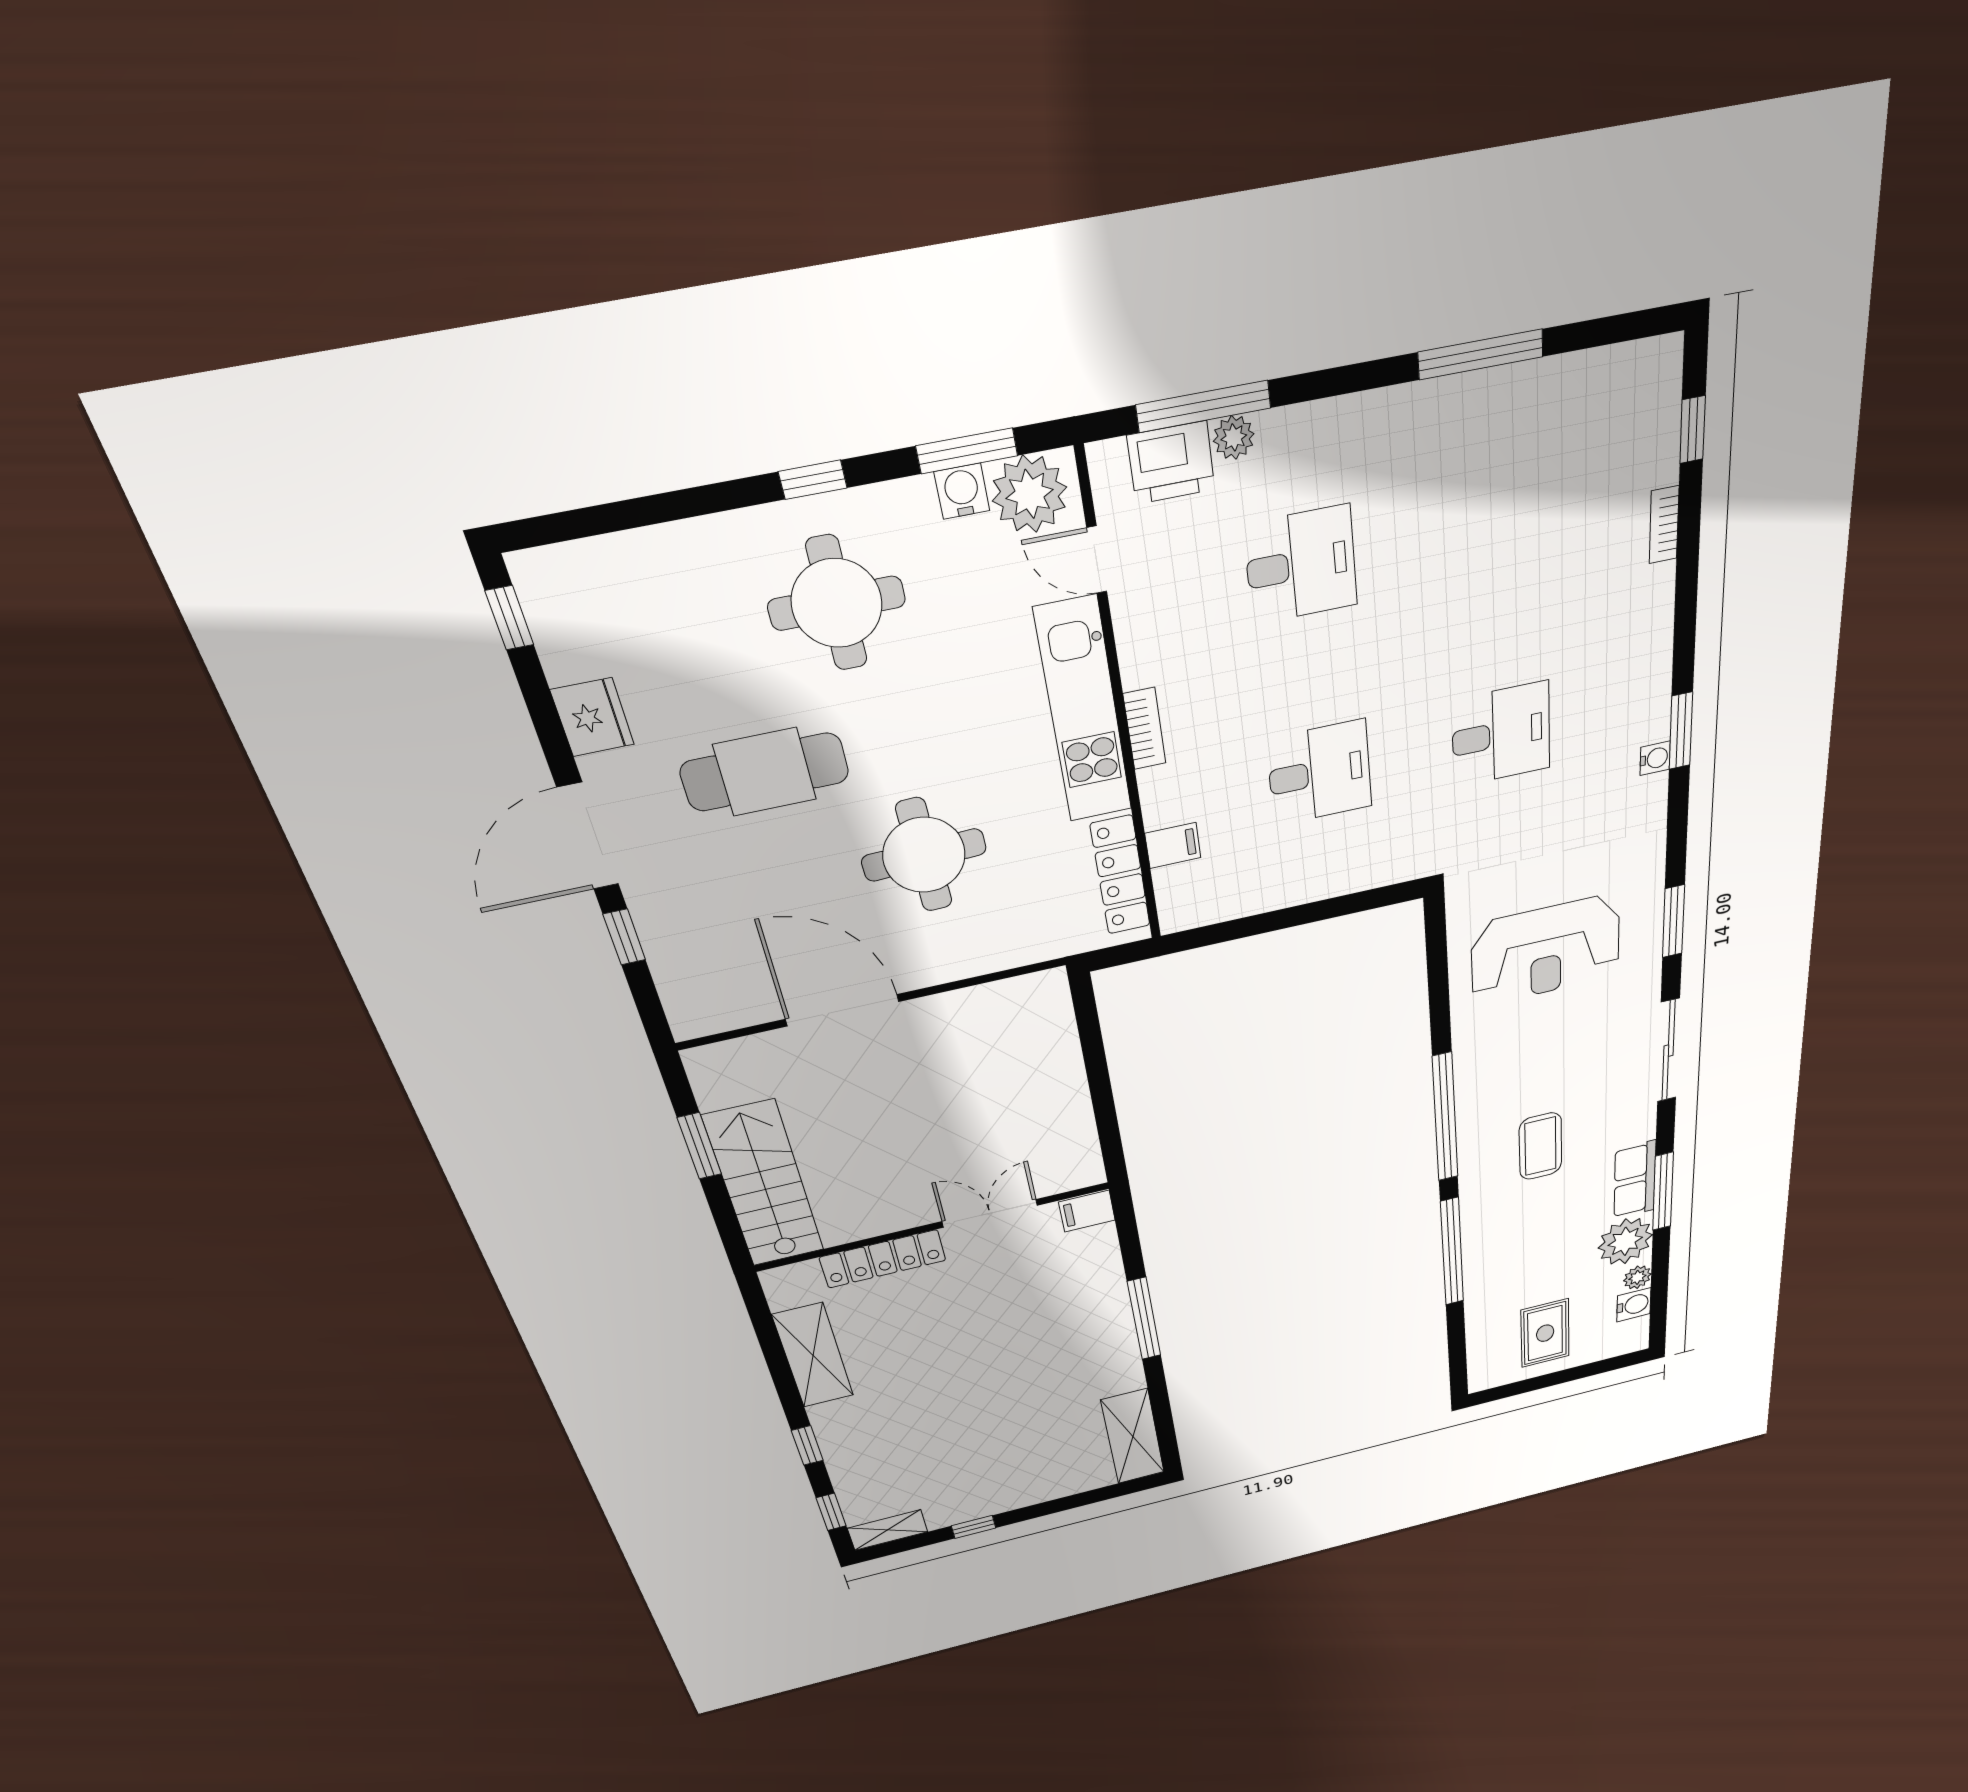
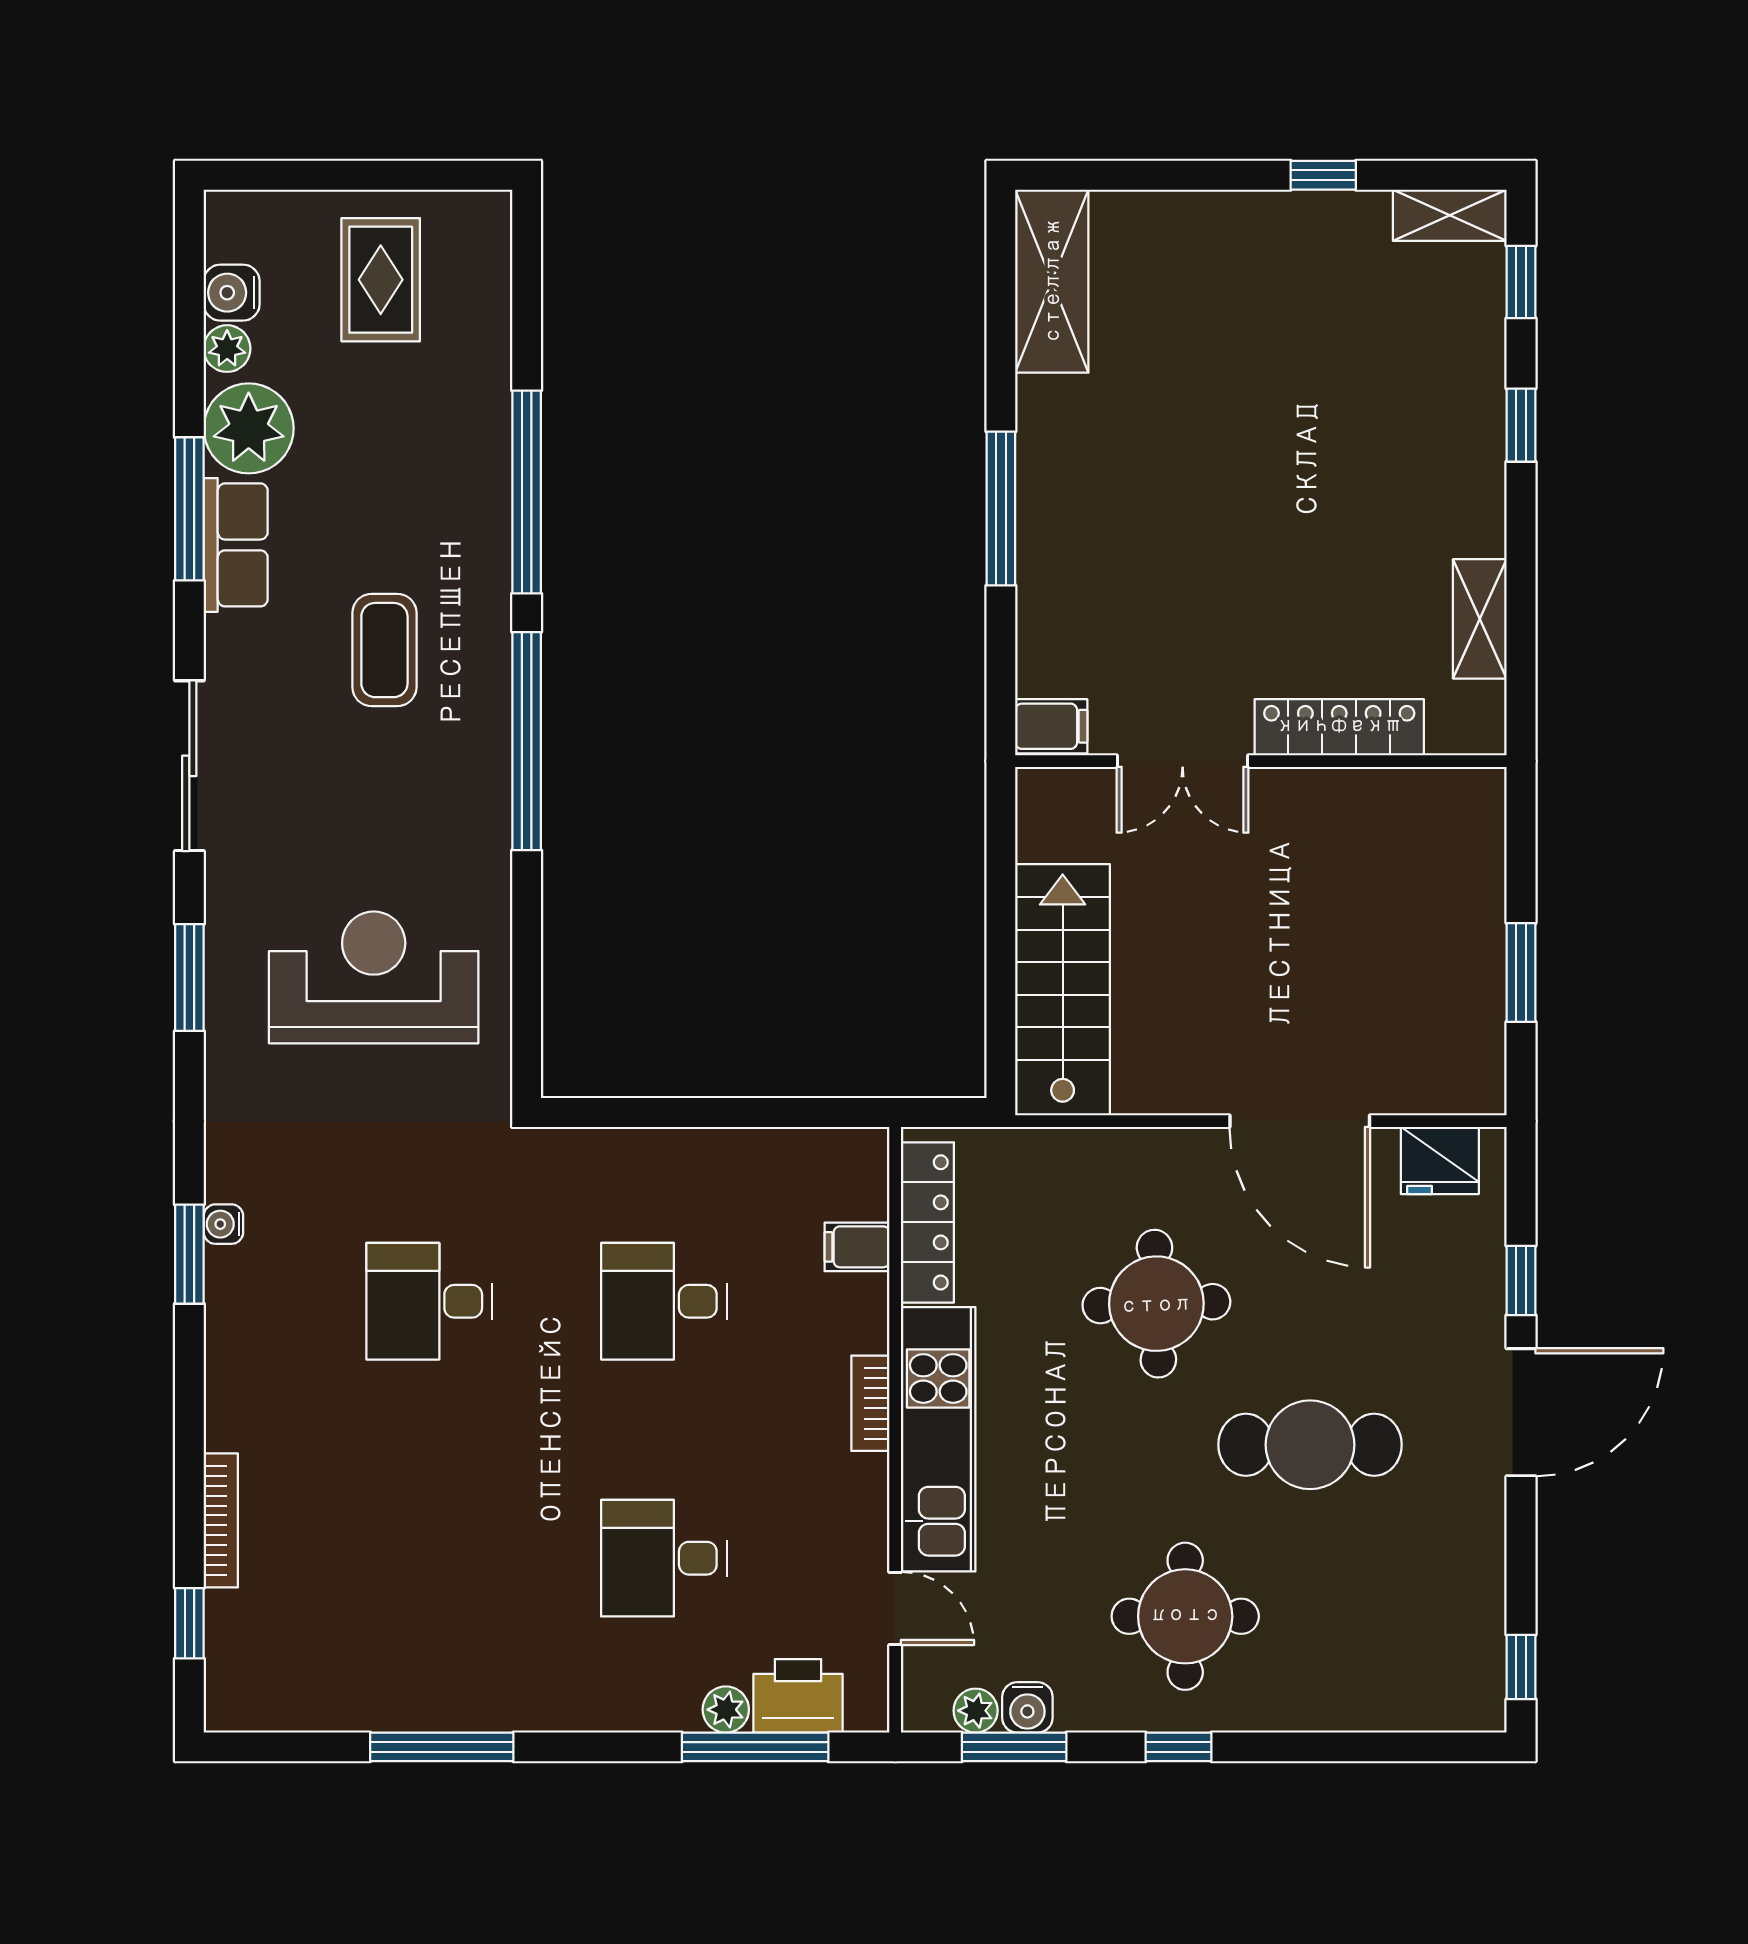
plant: (1030, 494) -> (976, 1711), width x0.53, depth x0.53
bookcase: (1664, 525) -> (221, 1520), width x1.56
fridge: (592, 717) -> (1440, 1160), moved, turned -90
stairs: (764, 1184) -> (1063, 990), moved, turned 180
shelving: (813, 1355) -> (1480, 619), width x0.67, depth x0.75

